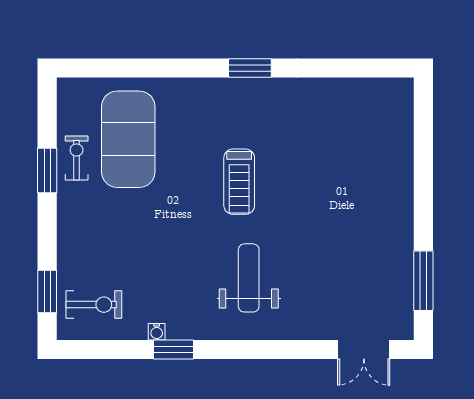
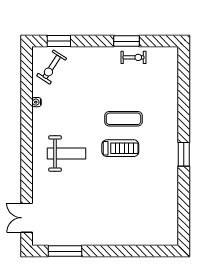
exercise mat: (128, 139) -> (123, 119), moved, width x0.50, depth x0.69
treadmill: (239, 182) -> (120, 148), turned 180
exercise bike: (94, 305) -> (52, 67), turned 33
window: (173, 350) -> (27, 112), removed

